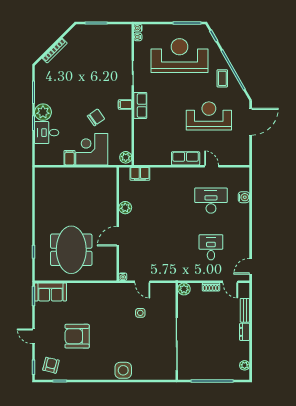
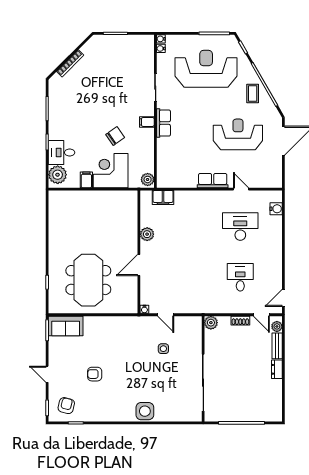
plant: (43, 112) -> (58, 175), moved
water cooler: (244, 197) -> (276, 209), moved
armchair: (77, 336) -> (95, 374), width x0.53, depth x0.53
plant: (245, 365) -> (277, 326), moved

